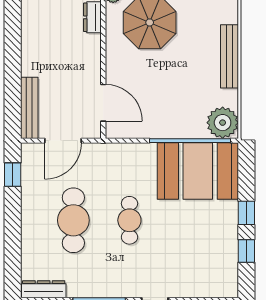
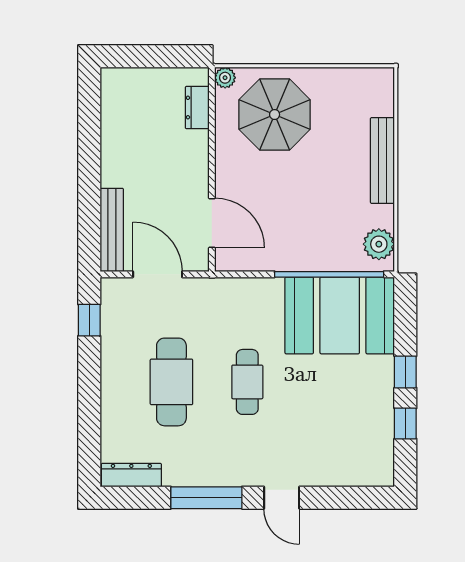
plant: (223, 123) -> (379, 244), width x0.73, depth x0.73
door: (63, 141) -> (158, 274), swing flipped

